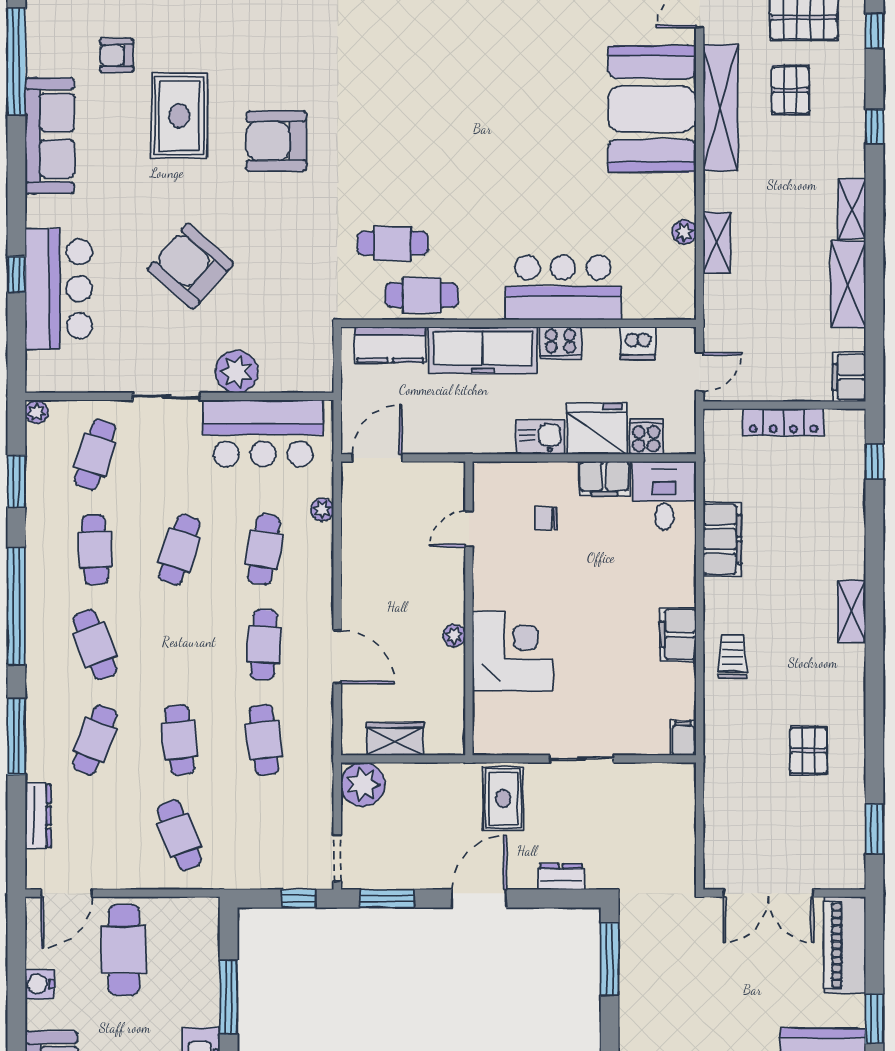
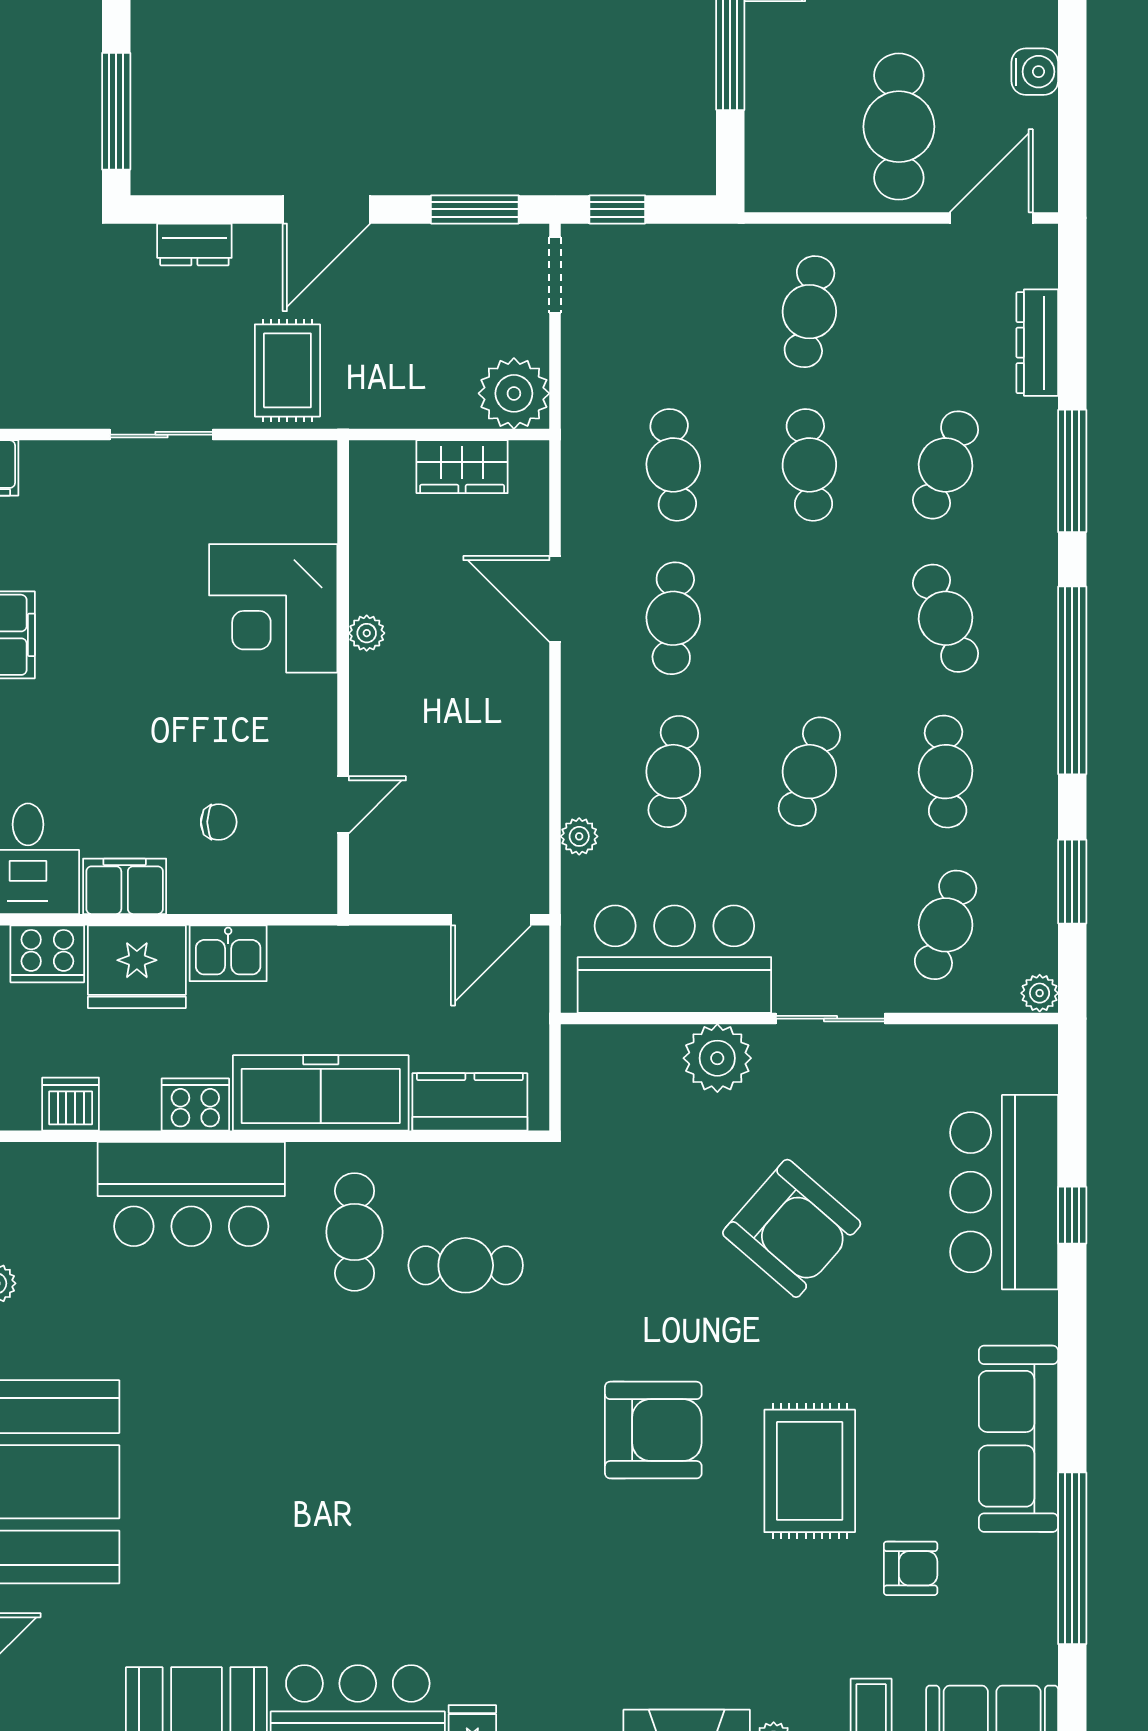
cafe table: (422, 295) -> (355, 1232), moved, turned 90
cooker: (646, 437) -> (47, 954), width x1.36
cafe table: (179, 835) -> (809, 312), turned 30

